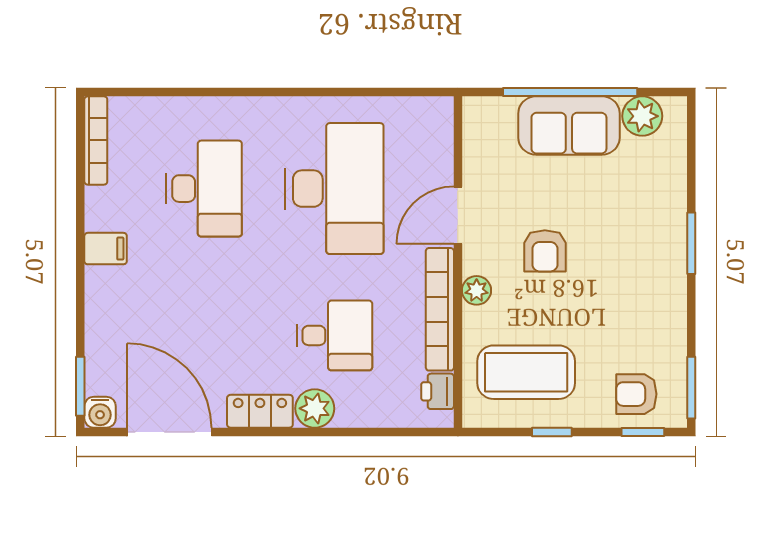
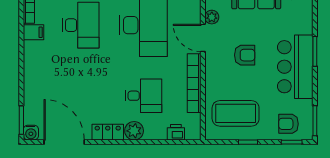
door: (458, 215) -> (203, 38), hinge flipped
filing cabinet: (106, 249) -> (34, 32), moved
armchair: (545, 251) -> (245, 55), turned -90
bar counter: (650, 275) -> (295, 67), added
plant: (477, 290) -> (212, 17), moved
printer: (438, 391) -> (176, 132), moved, turned 90

